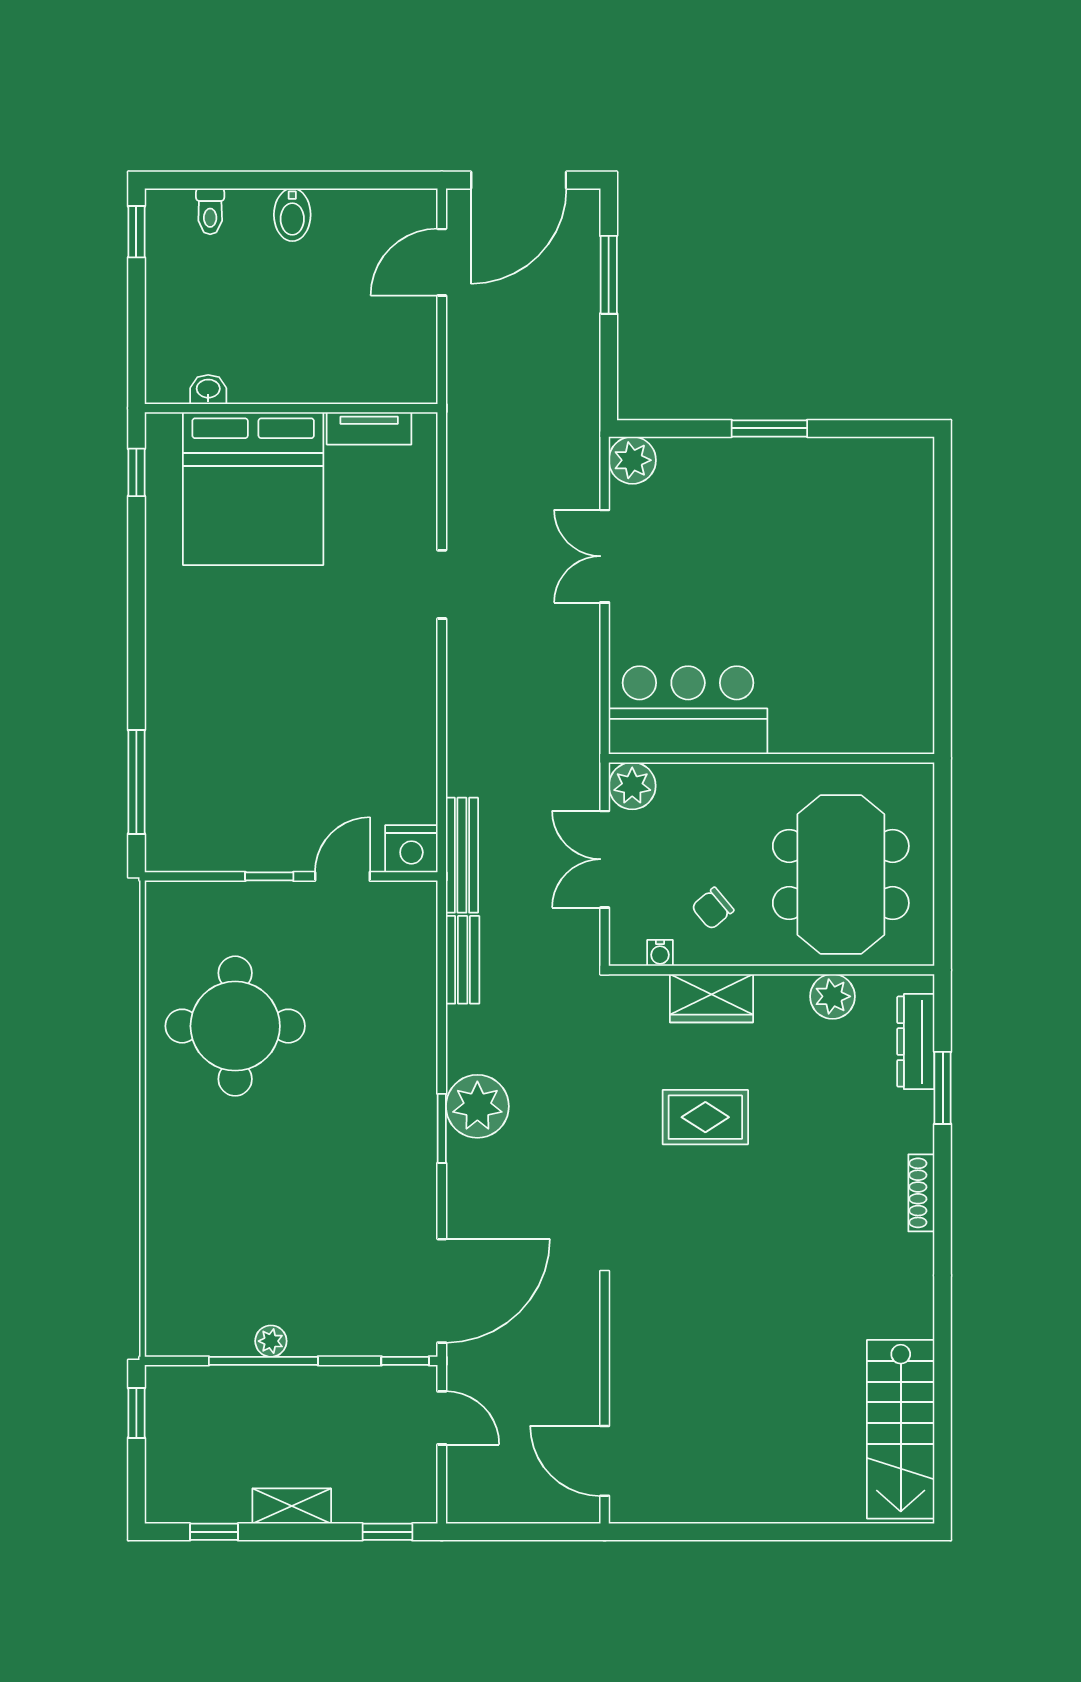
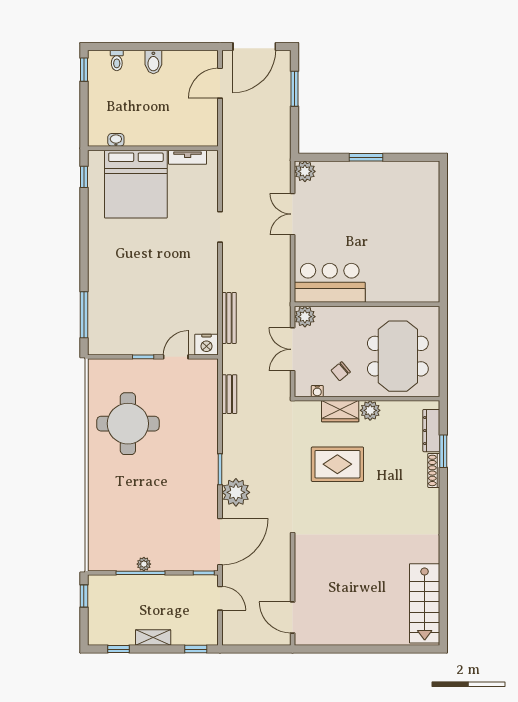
bench: (462, 855) -> (229, 318), moved
plant: (832, 996) -> (370, 410), moved
plant: (477, 1106) -> (236, 492), moved
rug: (705, 1117) -> (337, 464), width x1.36, depth x1.43
shoe rack: (921, 1193) -> (434, 470), moved

